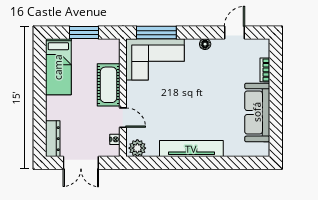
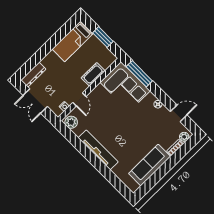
plant: (263, 50) -> (184, 137), added
cot: (109, 85) -> (93, 74), width x0.73, depth x0.75

